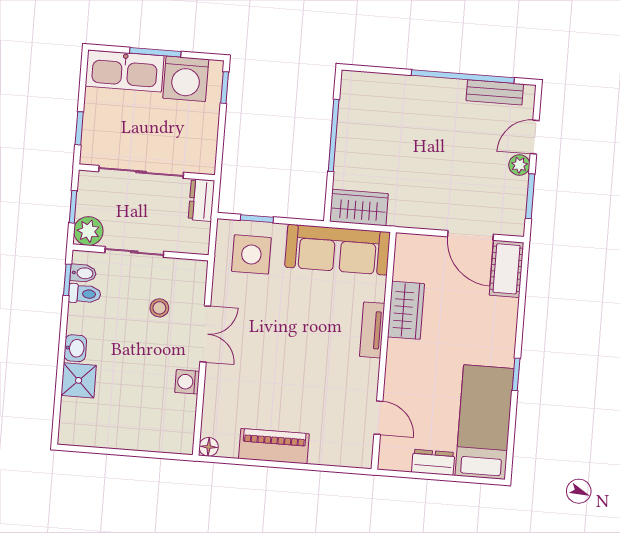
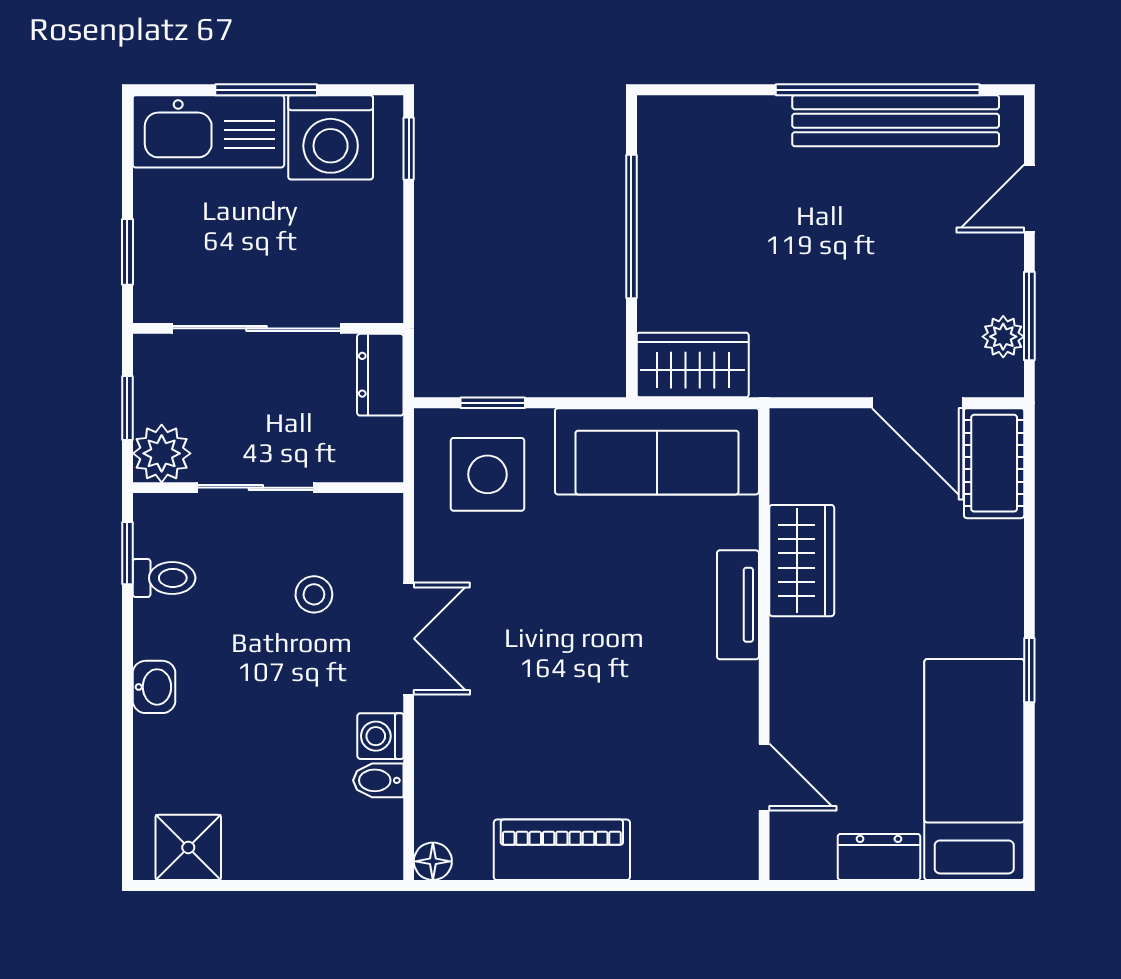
bench: (495, 92) -> (896, 121), width x1.86, depth x1.21
plant: (519, 165) -> (1003, 337), moved
bidet: (83, 273) -> (378, 780), moved, turned 180
shower: (79, 380) -> (188, 847), moved

